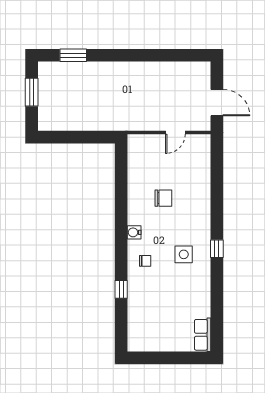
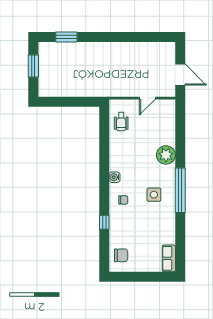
wheelchair: (142, 162) -> (121, 122), added
chair: (163, 198) -> (121, 255), moved
plant: (199, 204) -> (166, 155), added
window: (217, 249) -> (180, 190), width x3.17

